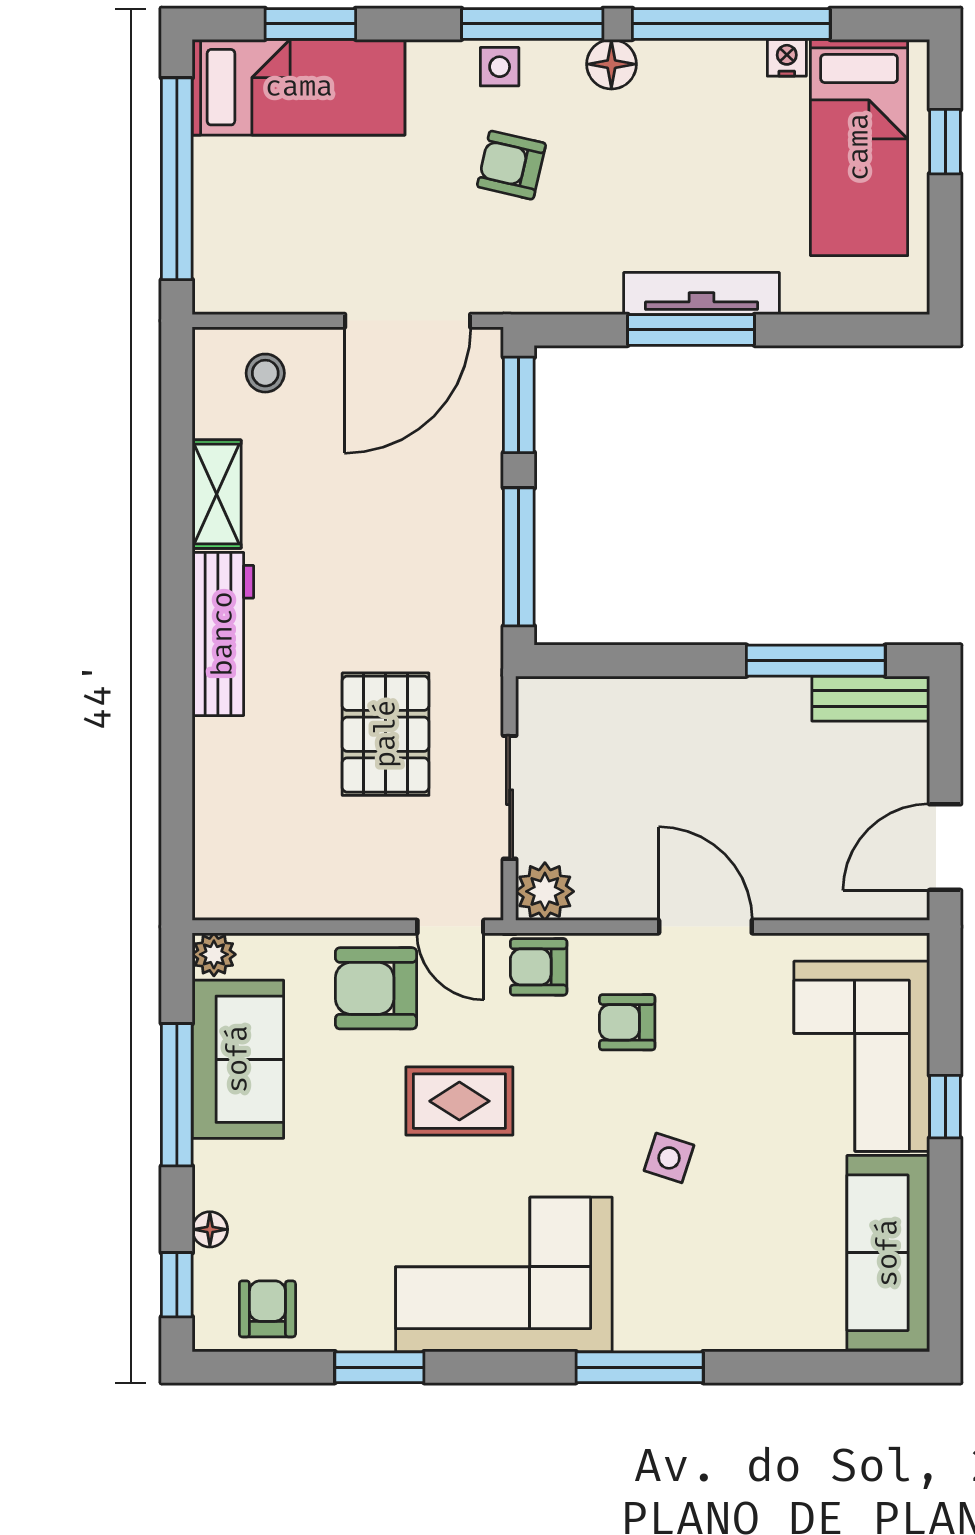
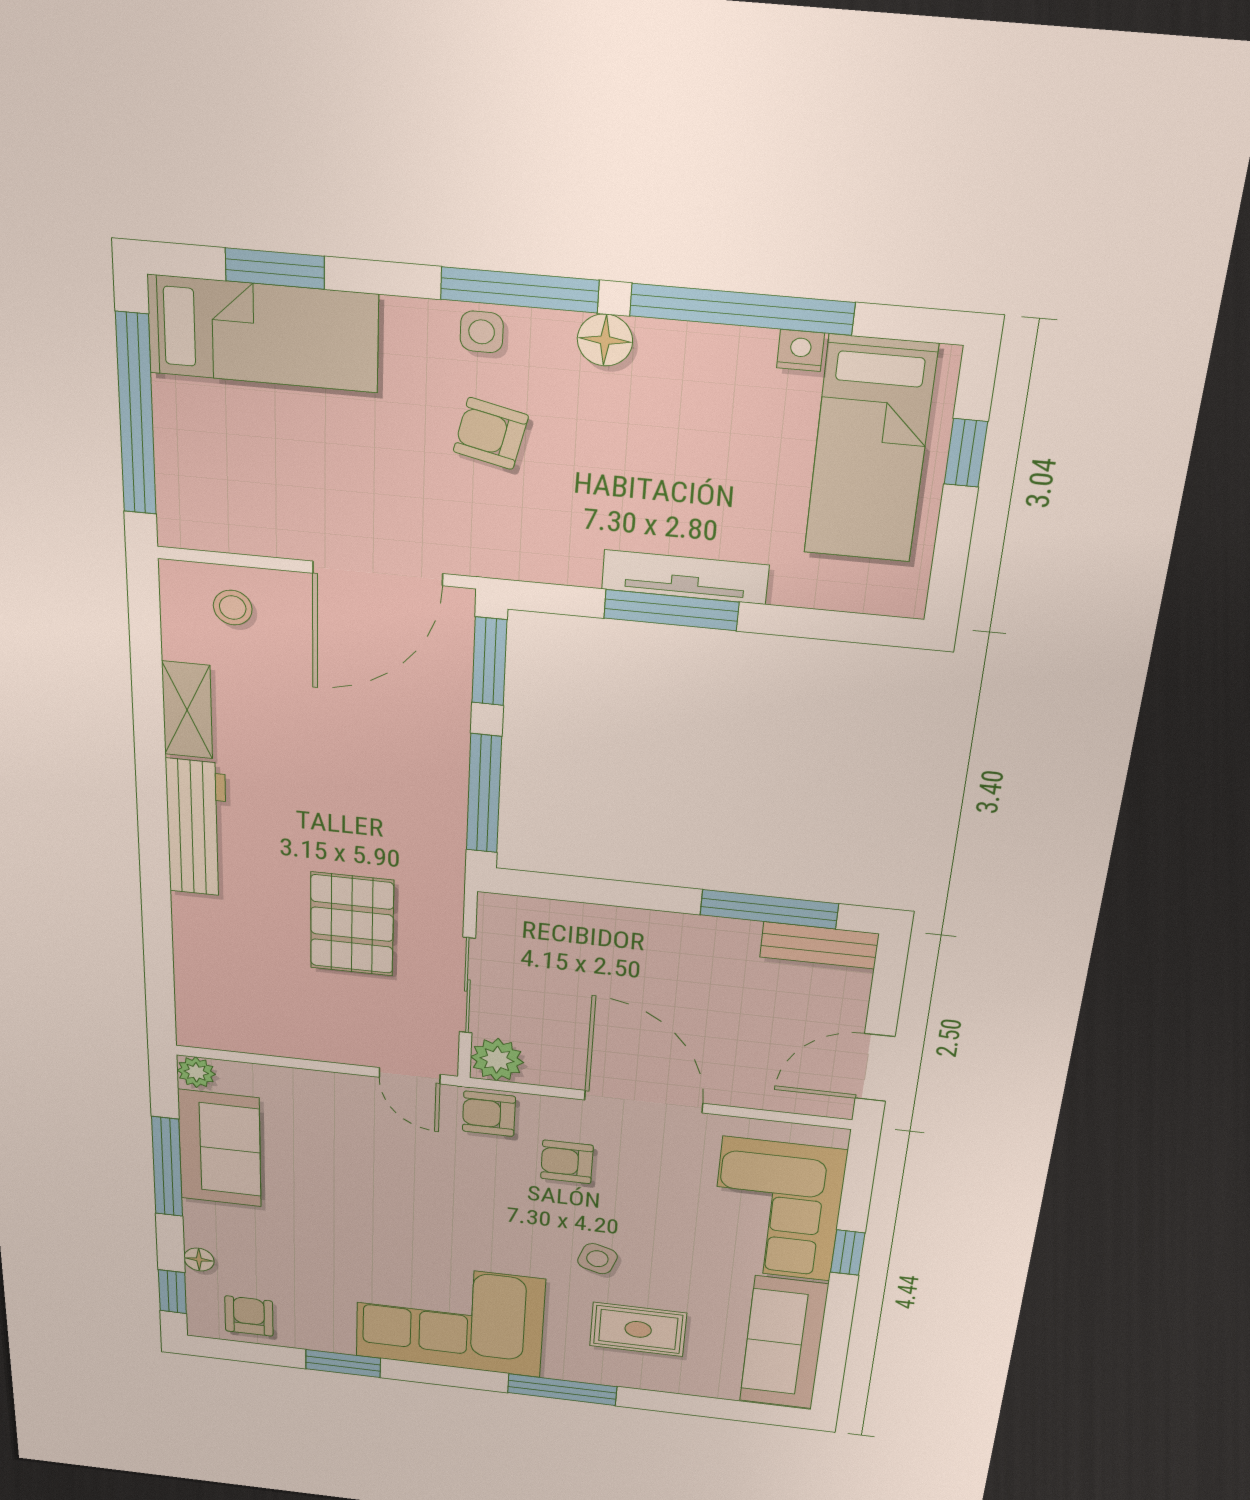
door: (705, 927) -> (644, 1102), width x1.36
armchair: (376, 988) -> (342, 1113), removed
rug: (459, 1101) -> (638, 1329), moved

